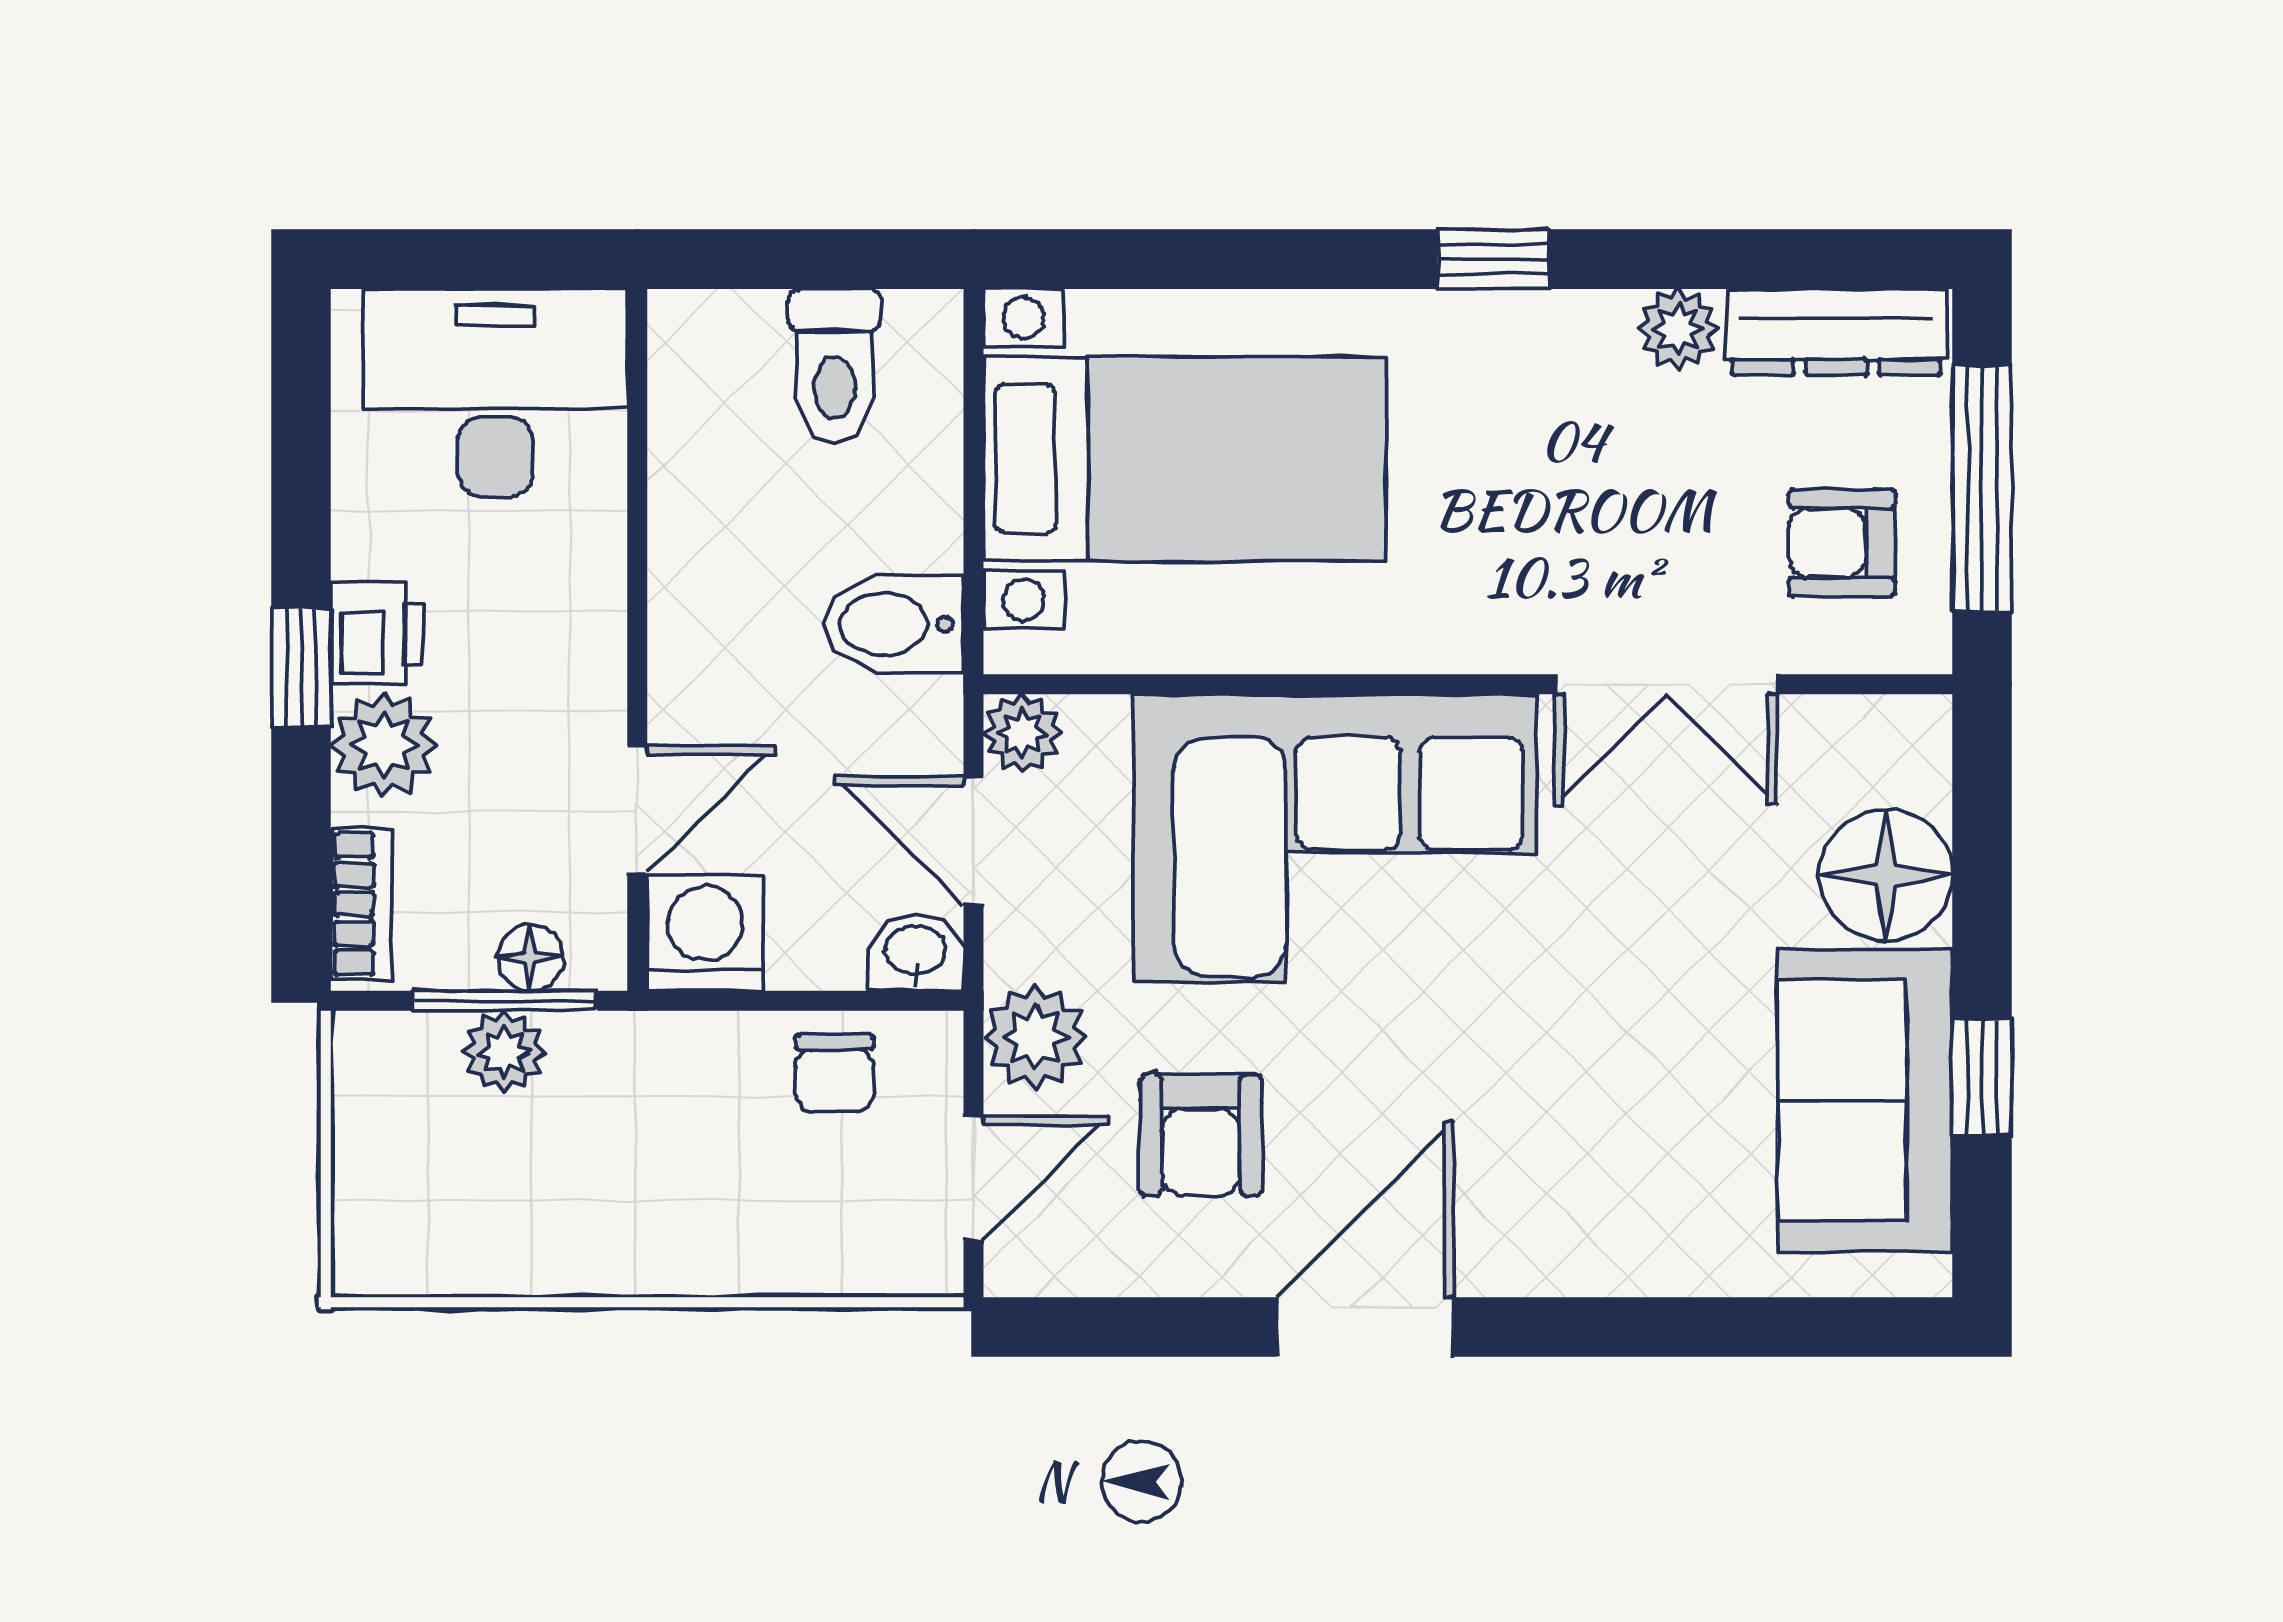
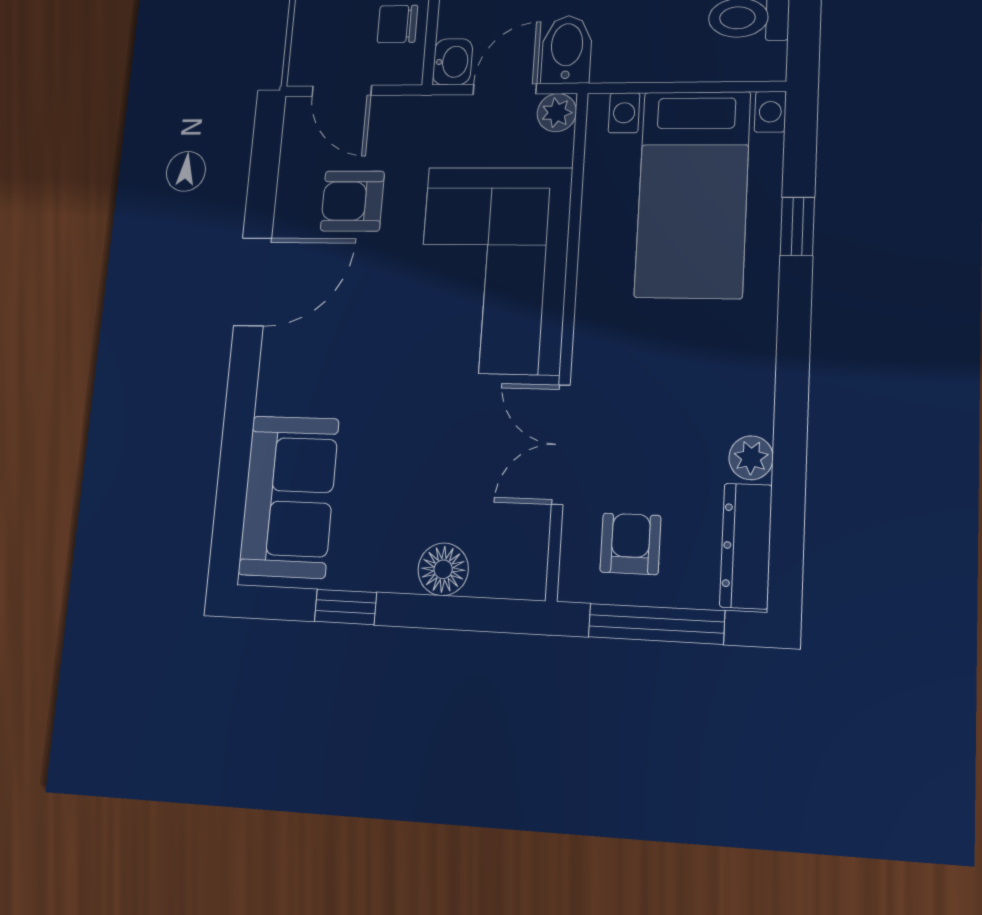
window: (1493, 259) -> (797, 226), moved
bidet: (894, 624) -> (567, 49), moved
floor lamp: (1886, 875) -> (443, 569), width x0.73, depth x0.73
plant: (1035, 1037) -> (407, 120), removed
sofa: (1865, 1101) -> (289, 496), moved, turned 90
door: (1365, 1327) -> (253, 282), hinge flipped

